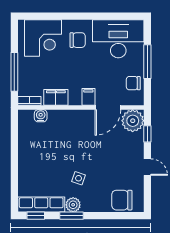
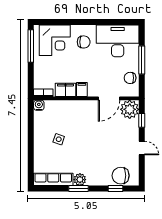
window: (14, 72) -> (31, 46), moved
filing cabinet: (88, 97) -> (82, 89), moved
water cooler: (41, 116) -> (39, 105), moved
side table: (79, 178) -> (59, 139), moved
window: (36, 216) -> (115, 189), moved

